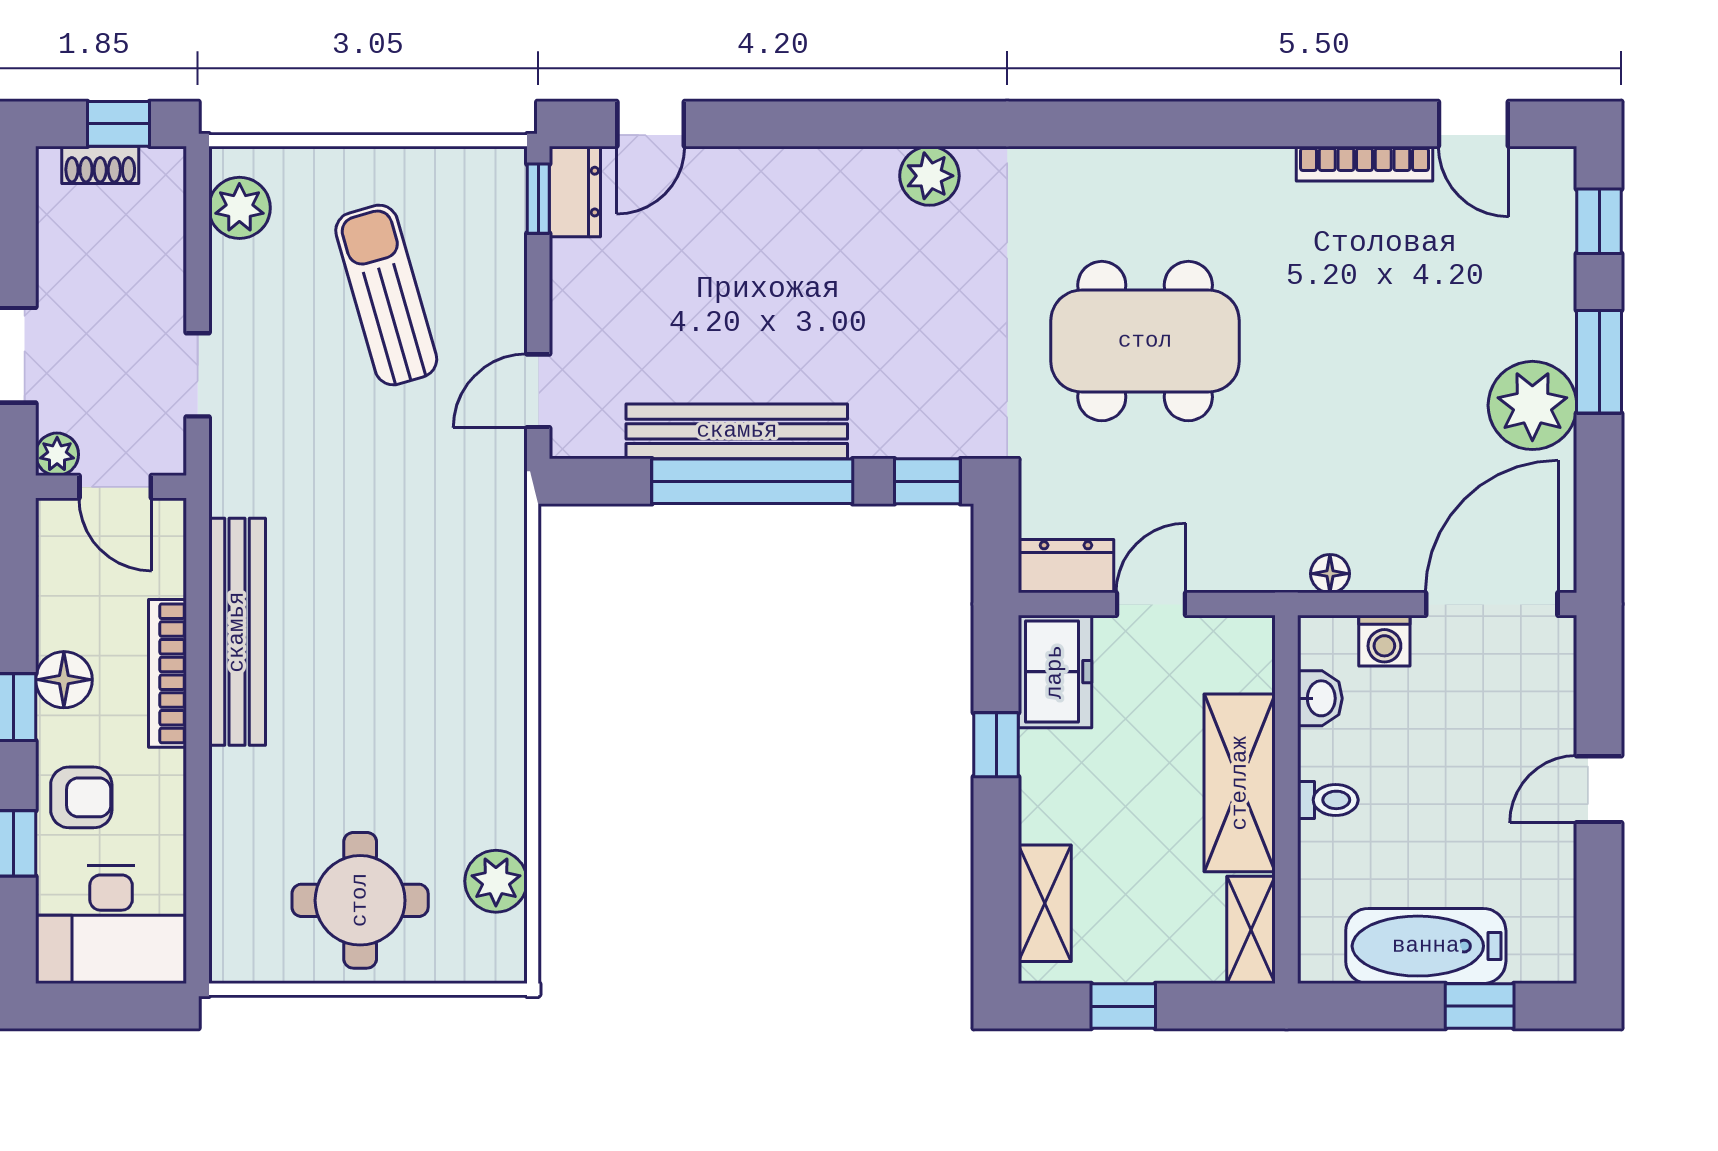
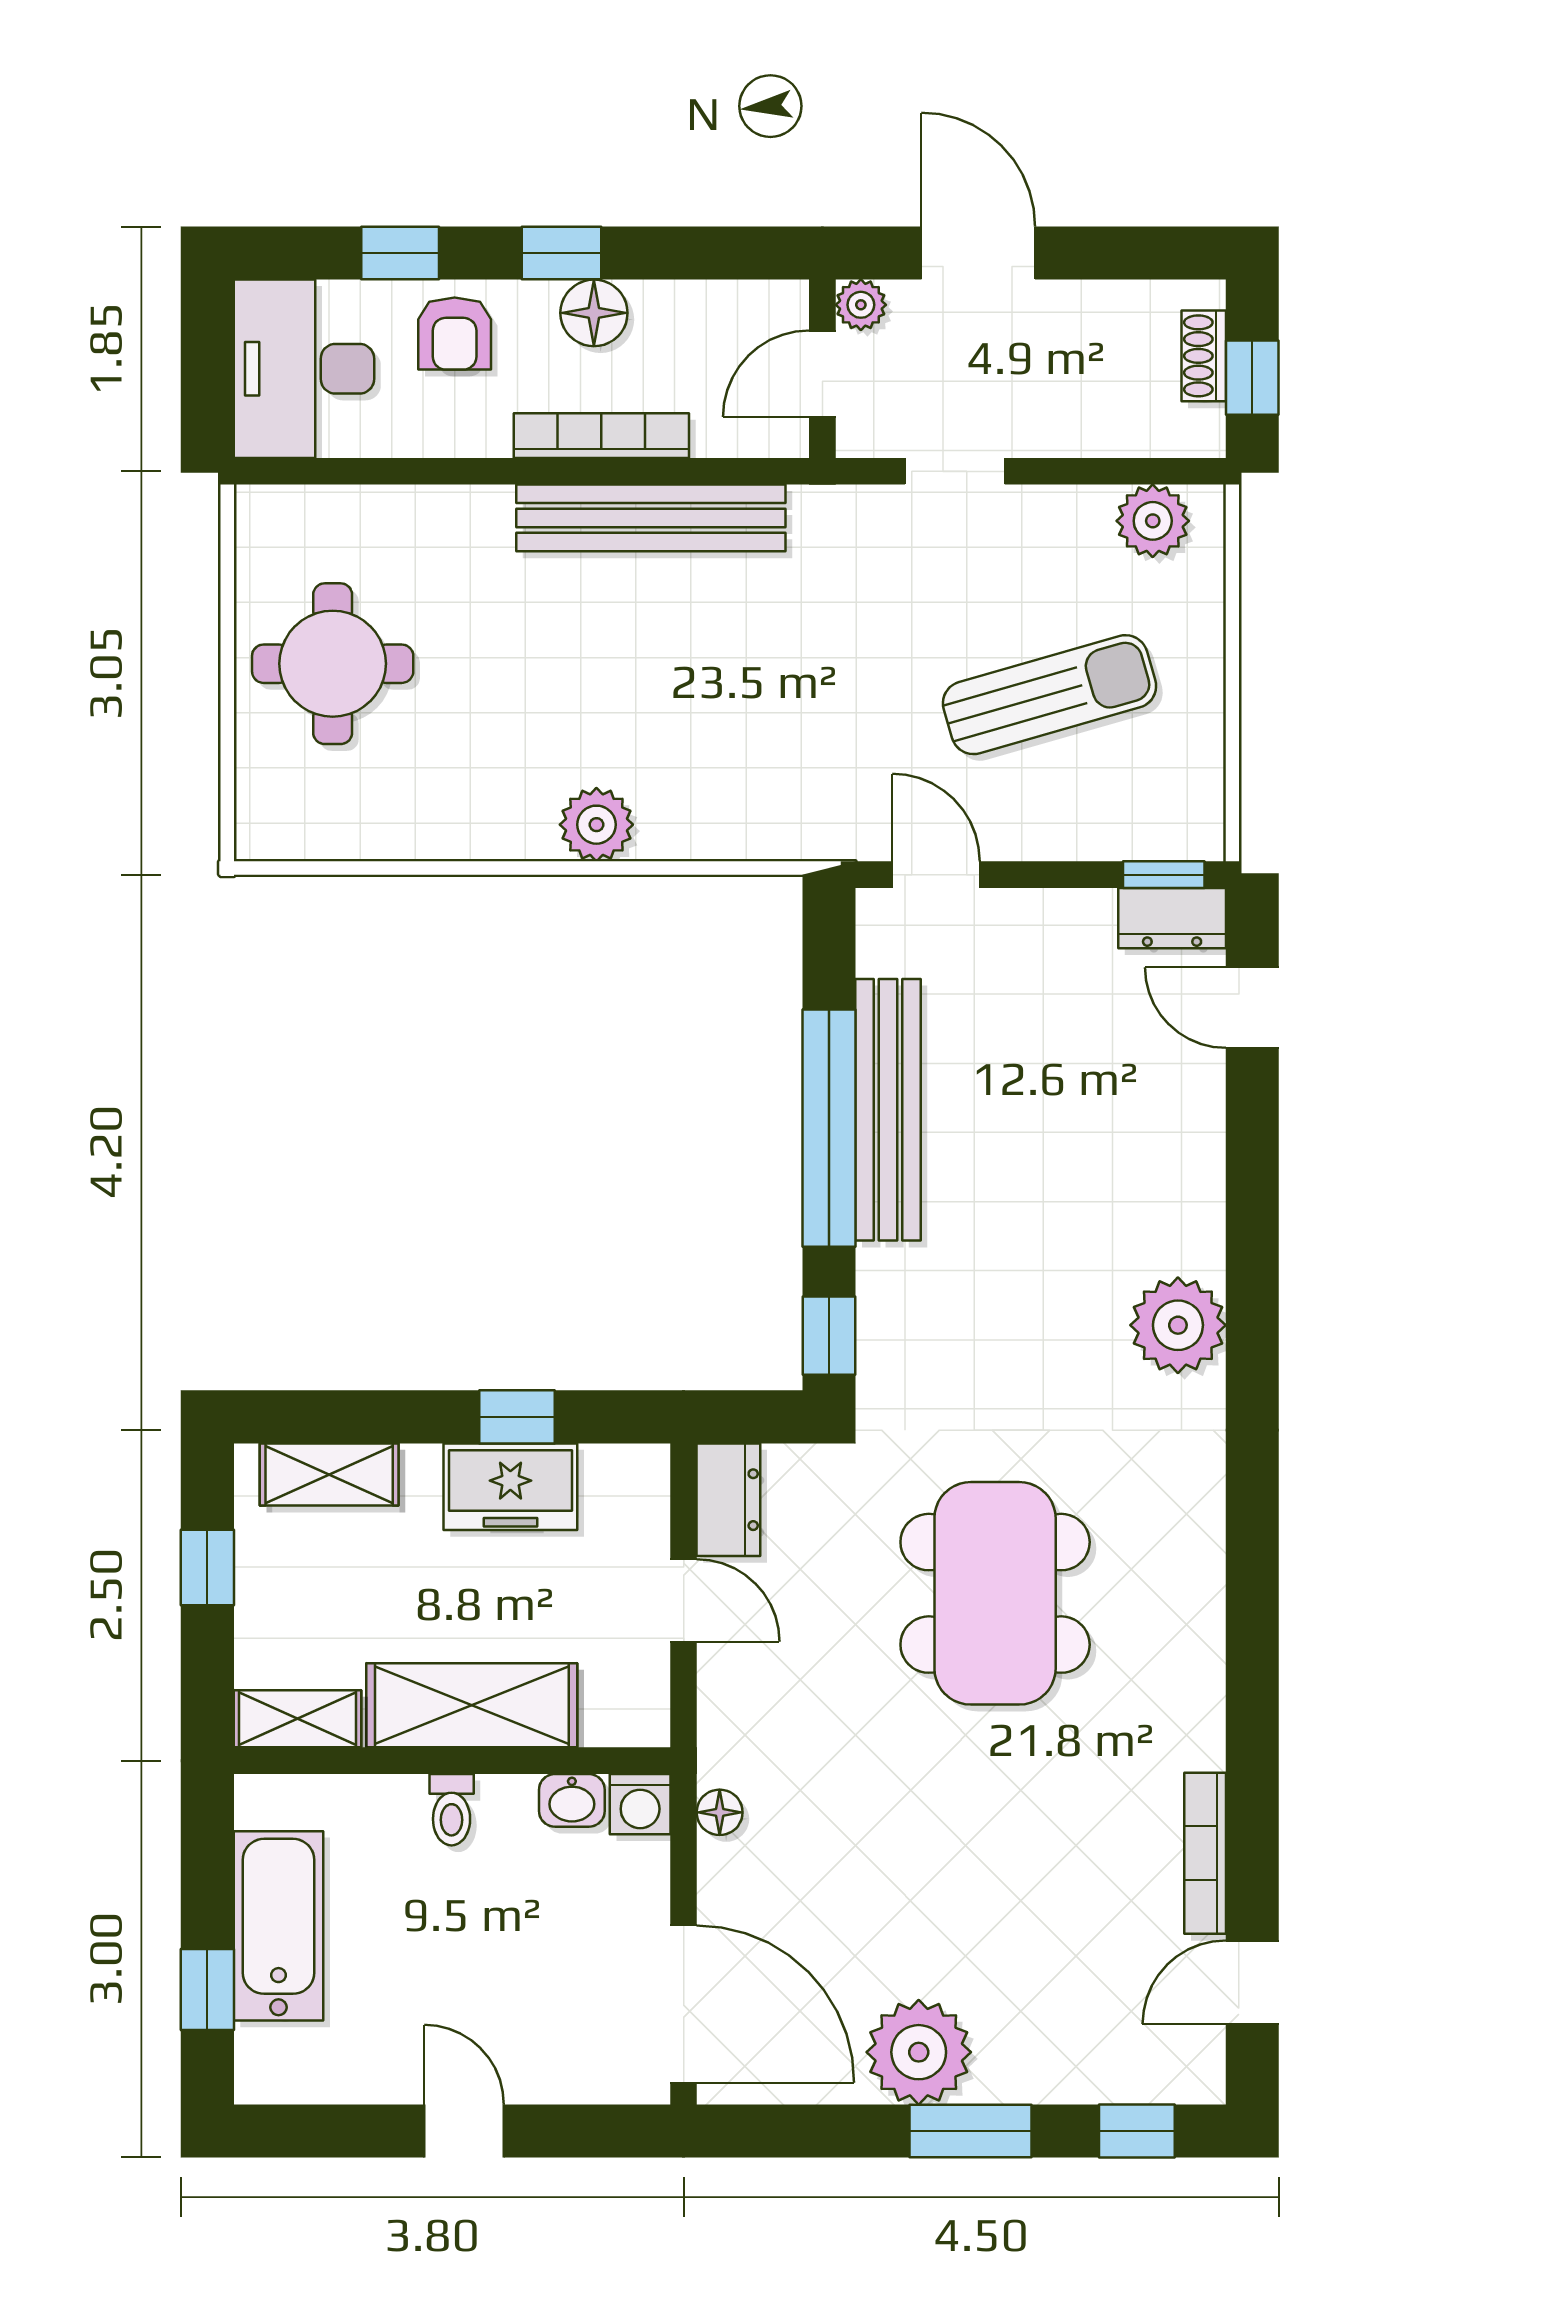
plant: (929, 176) -> (1178, 1325), width x1.36, depth x1.36
washing machine: (1384, 641) -> (640, 1804), moved, turned -90
freezer: (1055, 672) -> (510, 1487), moved
plant: (496, 881) -> (596, 825), moved

